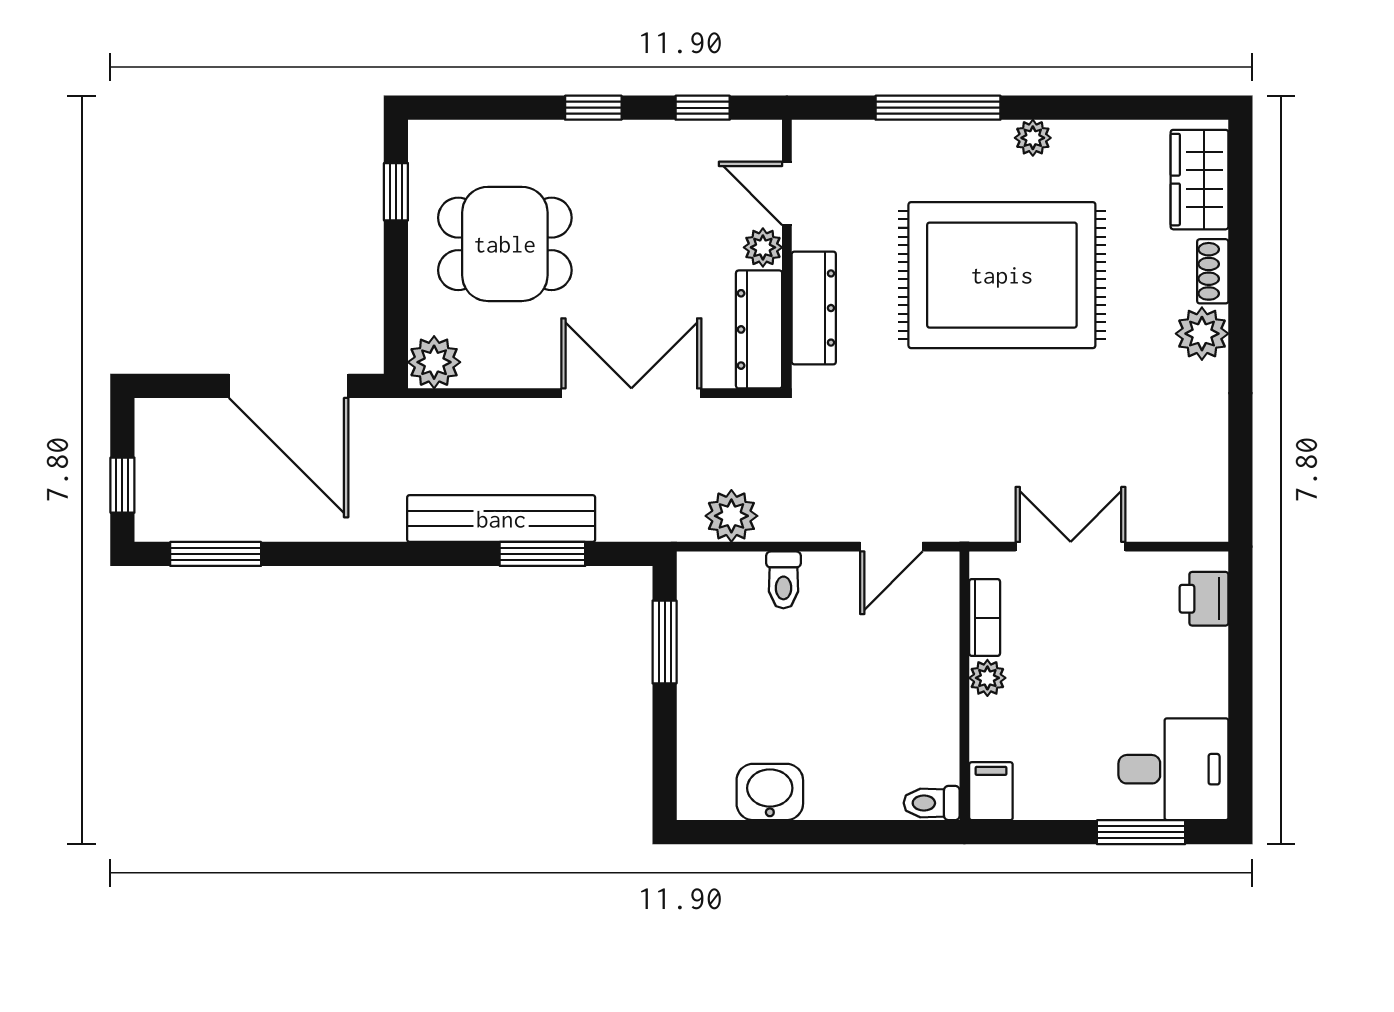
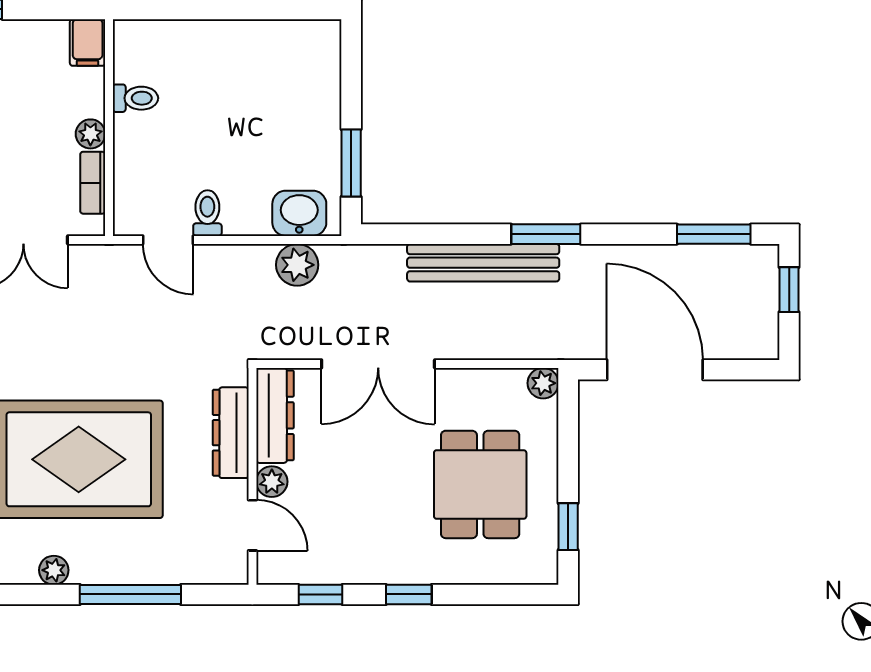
dining table: (505, 244) -> (480, 484), turned 90
plant: (434, 362) -> (543, 383), width x0.73, depth x0.73
door: (891, 547) -> (168, 240), swing flipped
window: (542, 554) -> (546, 234), moved
toilet: (783, 580) -> (207, 213), moved
washbasin: (770, 792) -> (299, 213), moved, turned 180
toilet: (932, 803) -> (135, 98), moved

